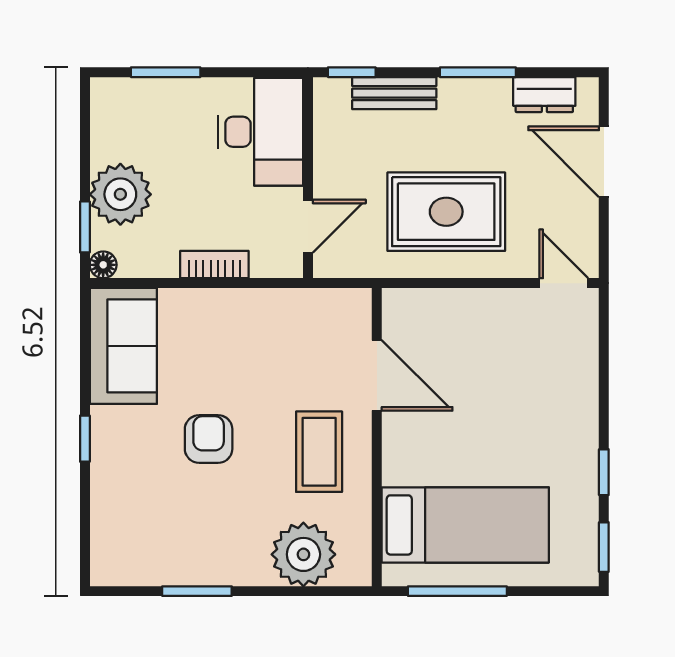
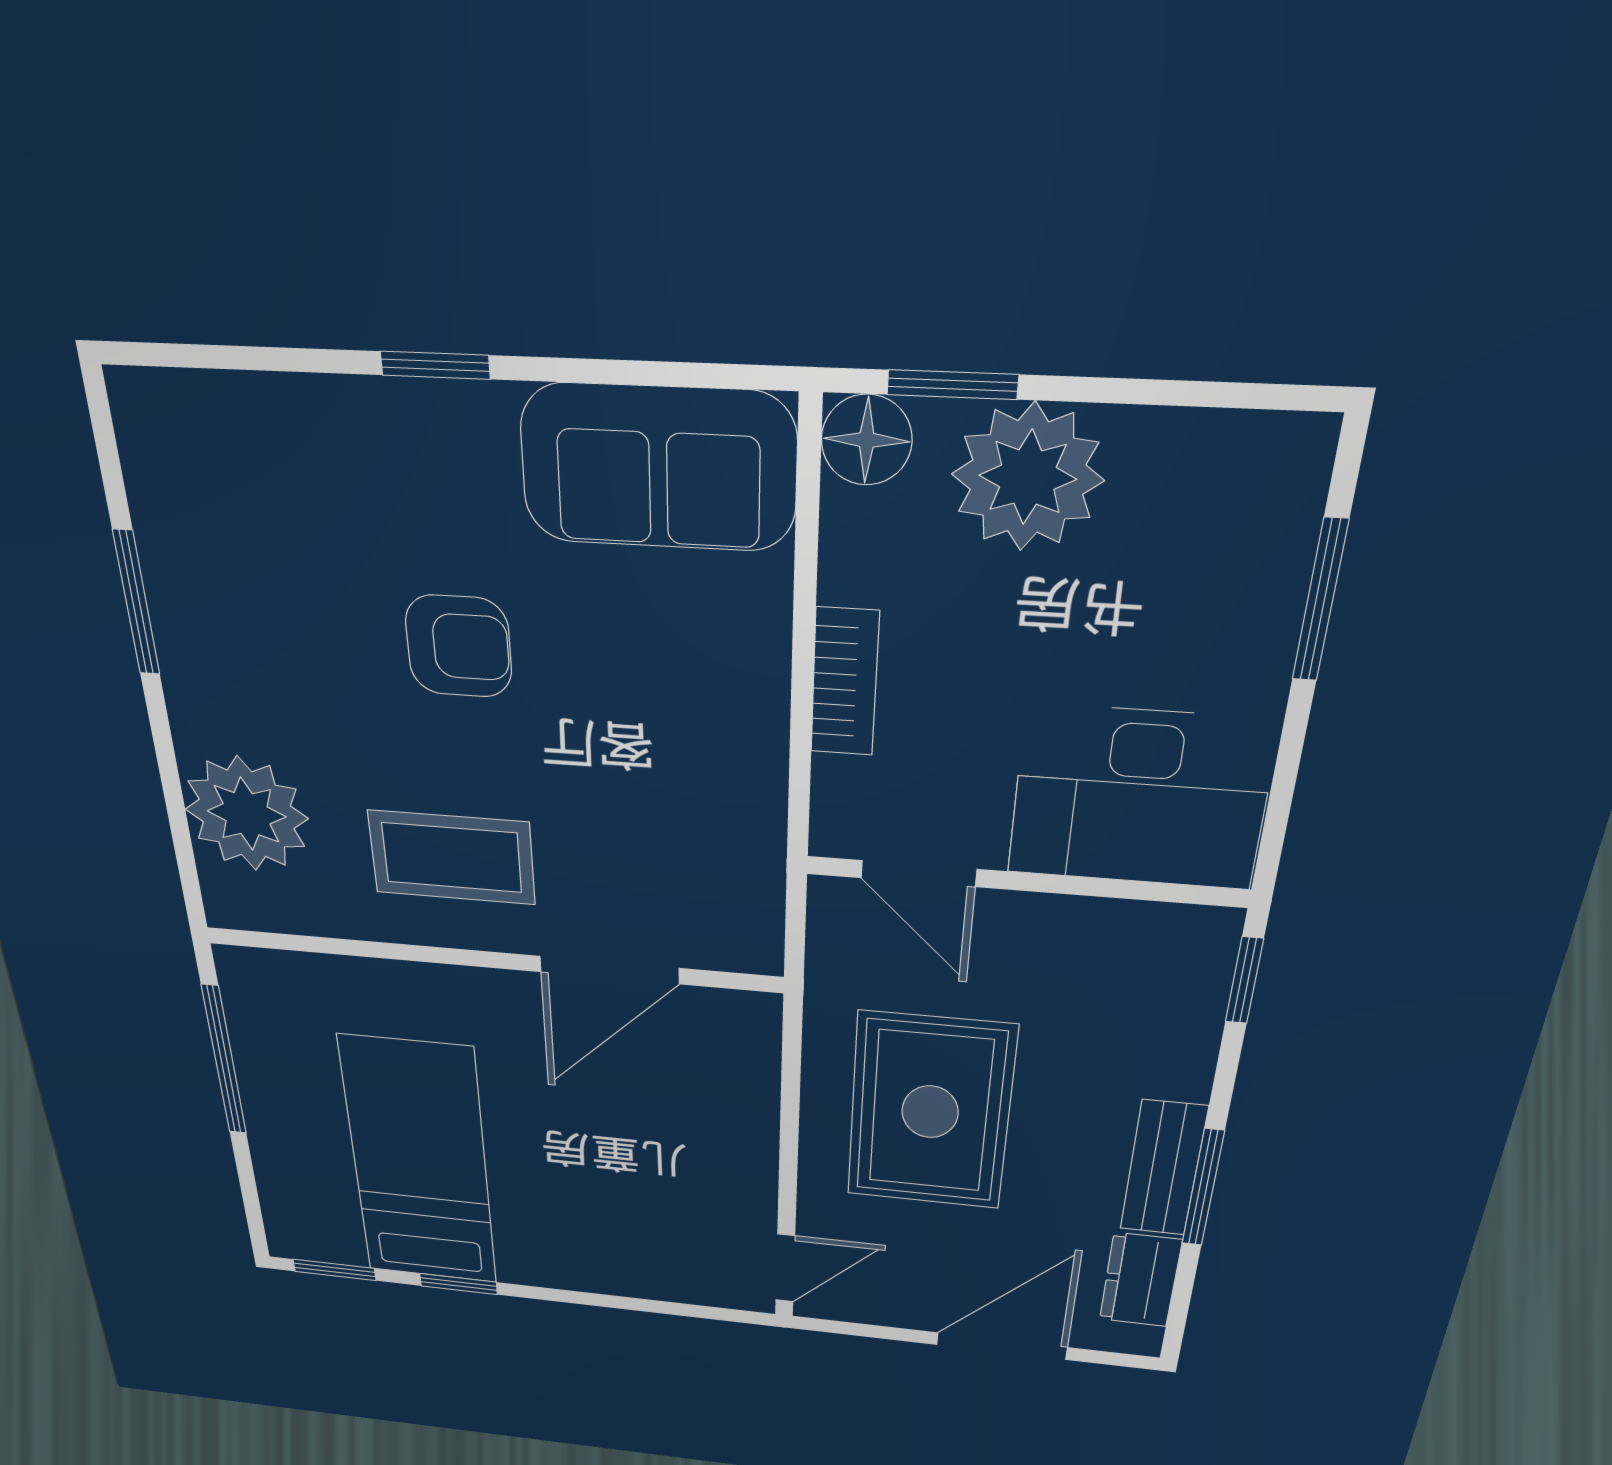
bench: (394, 93) -> (1163, 1168), moved
floor lamp: (103, 265) -> (867, 440), width x1.37, depth x1.37
bed: (465, 525) -> (419, 1163), moved, turned 180

